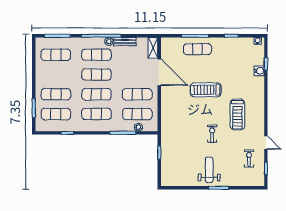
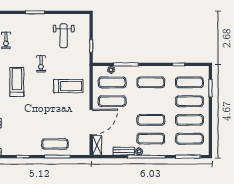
door: (159, 72) -> (91, 122), swing flipped
treadmill: (206, 90) -> (68, 86), moved
exercise mat: (96, 94) -> (189, 120), moved
weight bench: (209, 170) -> (64, 36), moved

